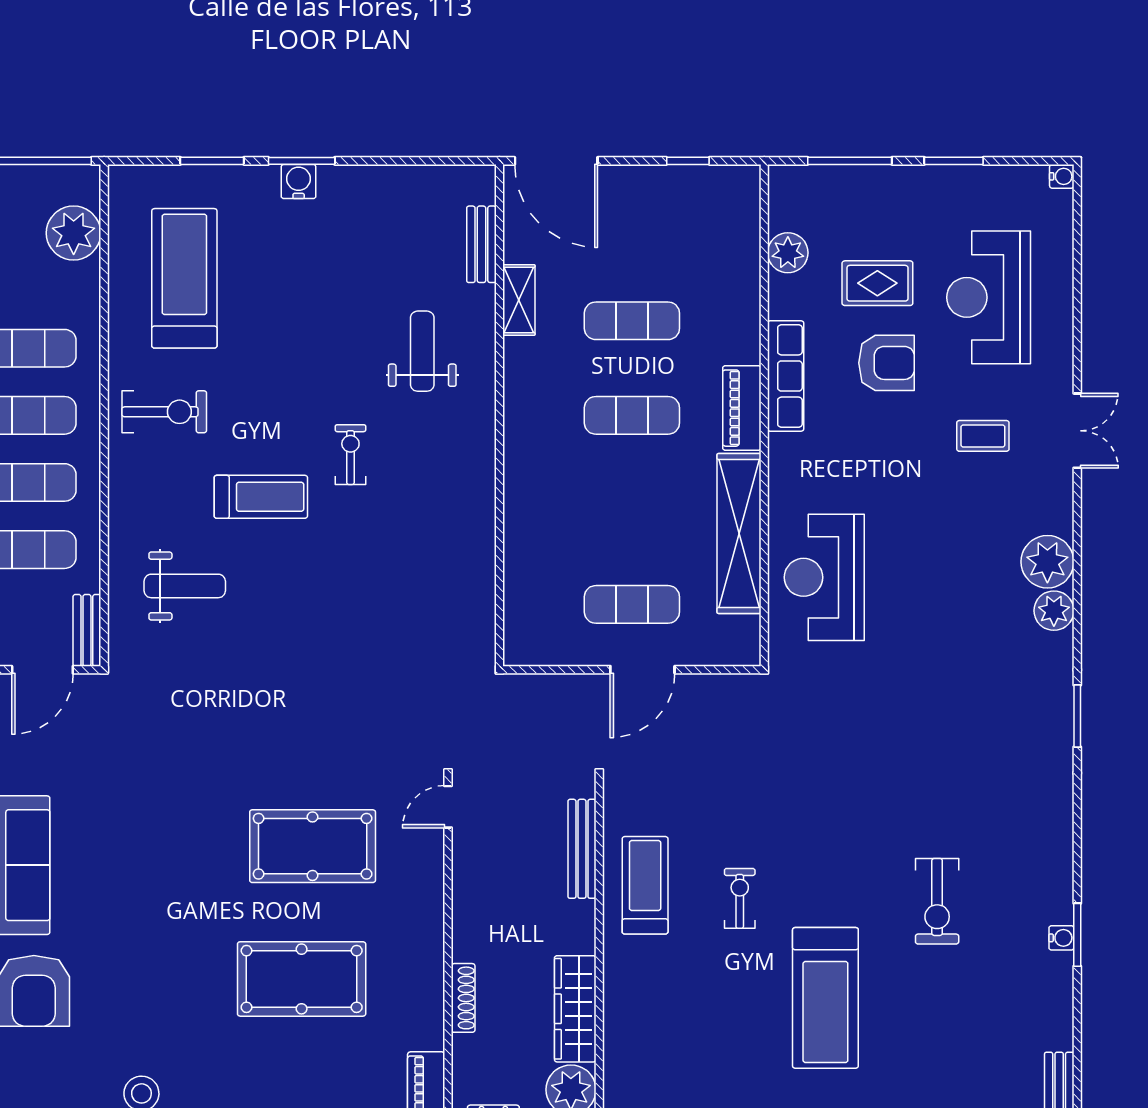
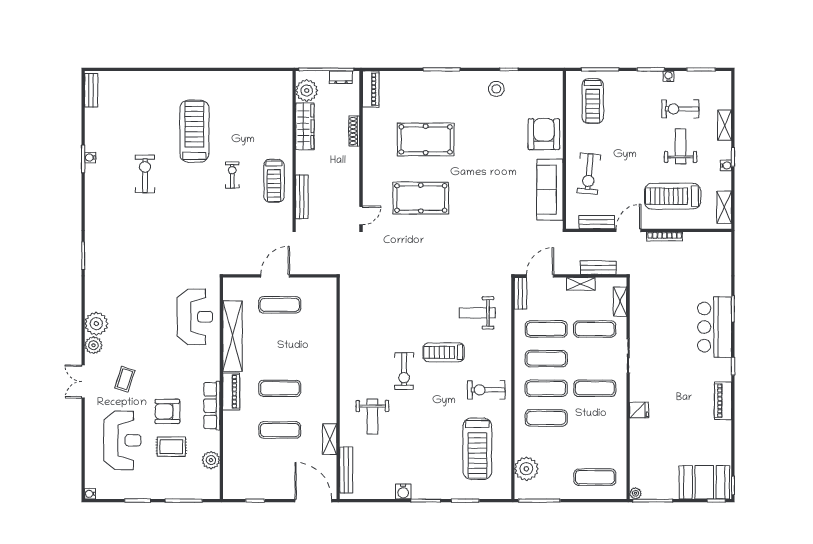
water cooler: (299, 182) -> (403, 492), moved
bench: (481, 244) -> (346, 470), width x1.36
coffee table: (983, 436) -> (125, 379), turned -72
exercise bike: (350, 455) -> (404, 371), width x1.38, depth x1.39
plant: (1054, 611) -> (93, 345), moved
exercise bike: (740, 898) -> (232, 175), turned 180

